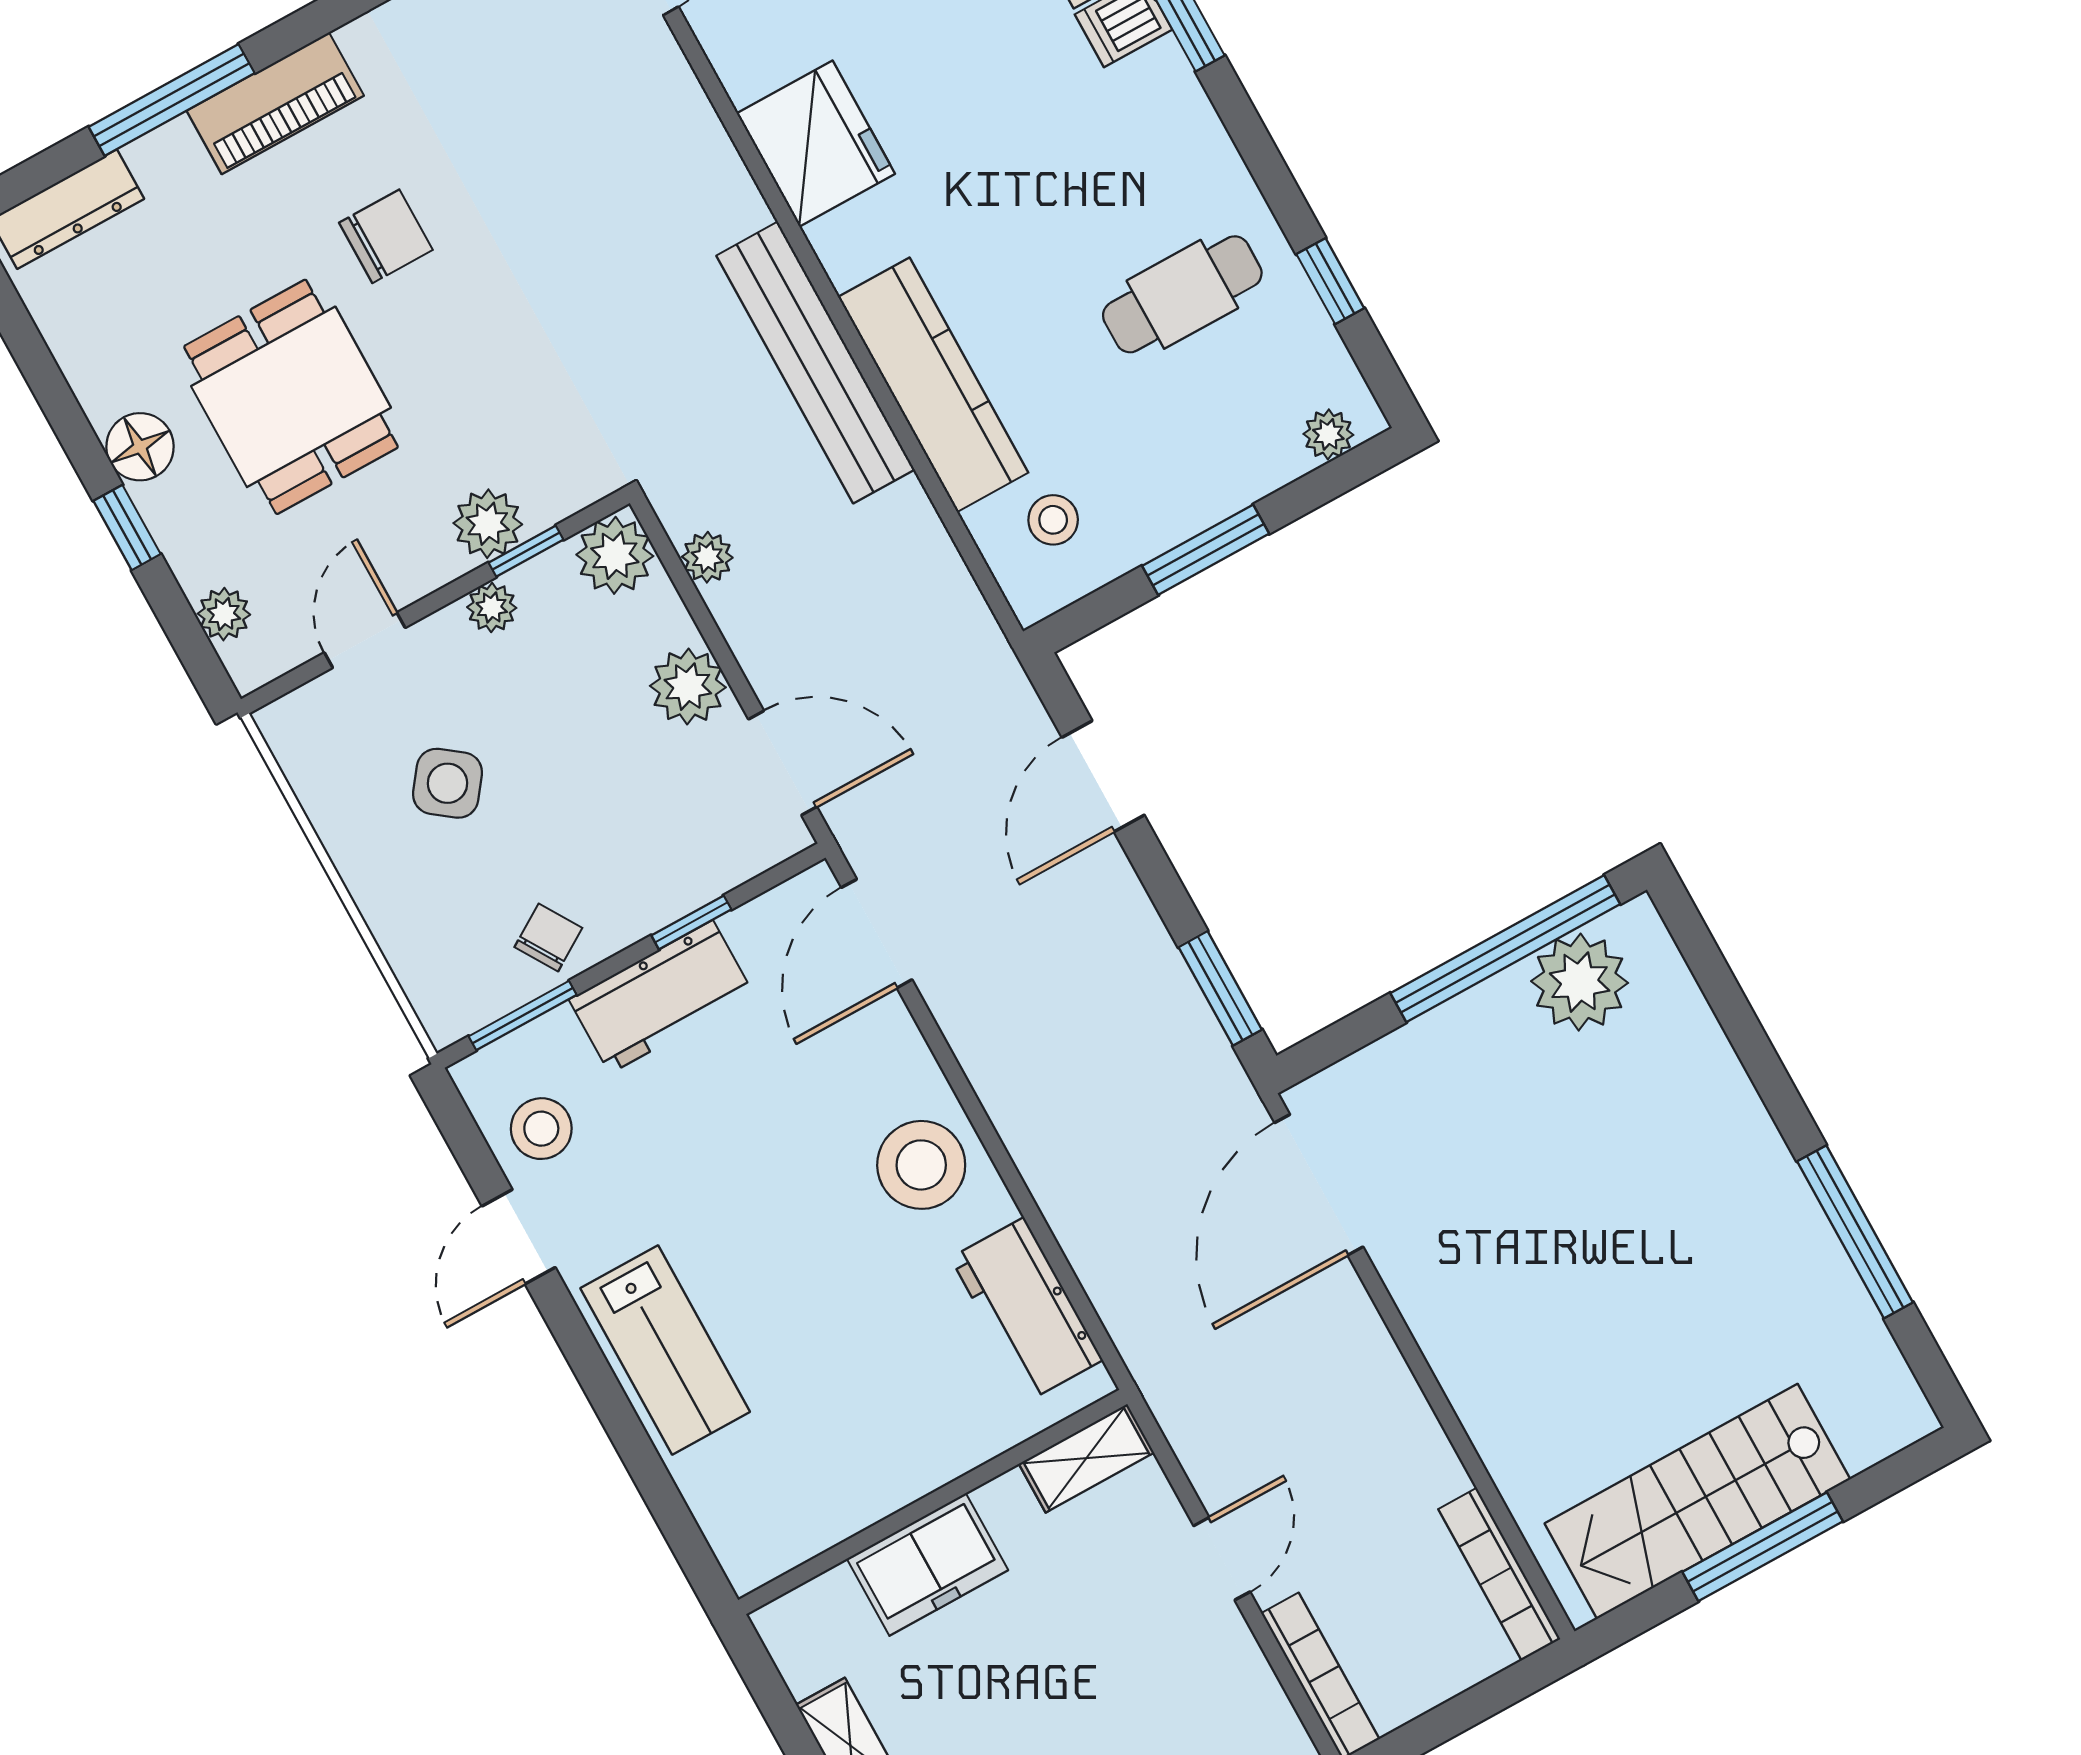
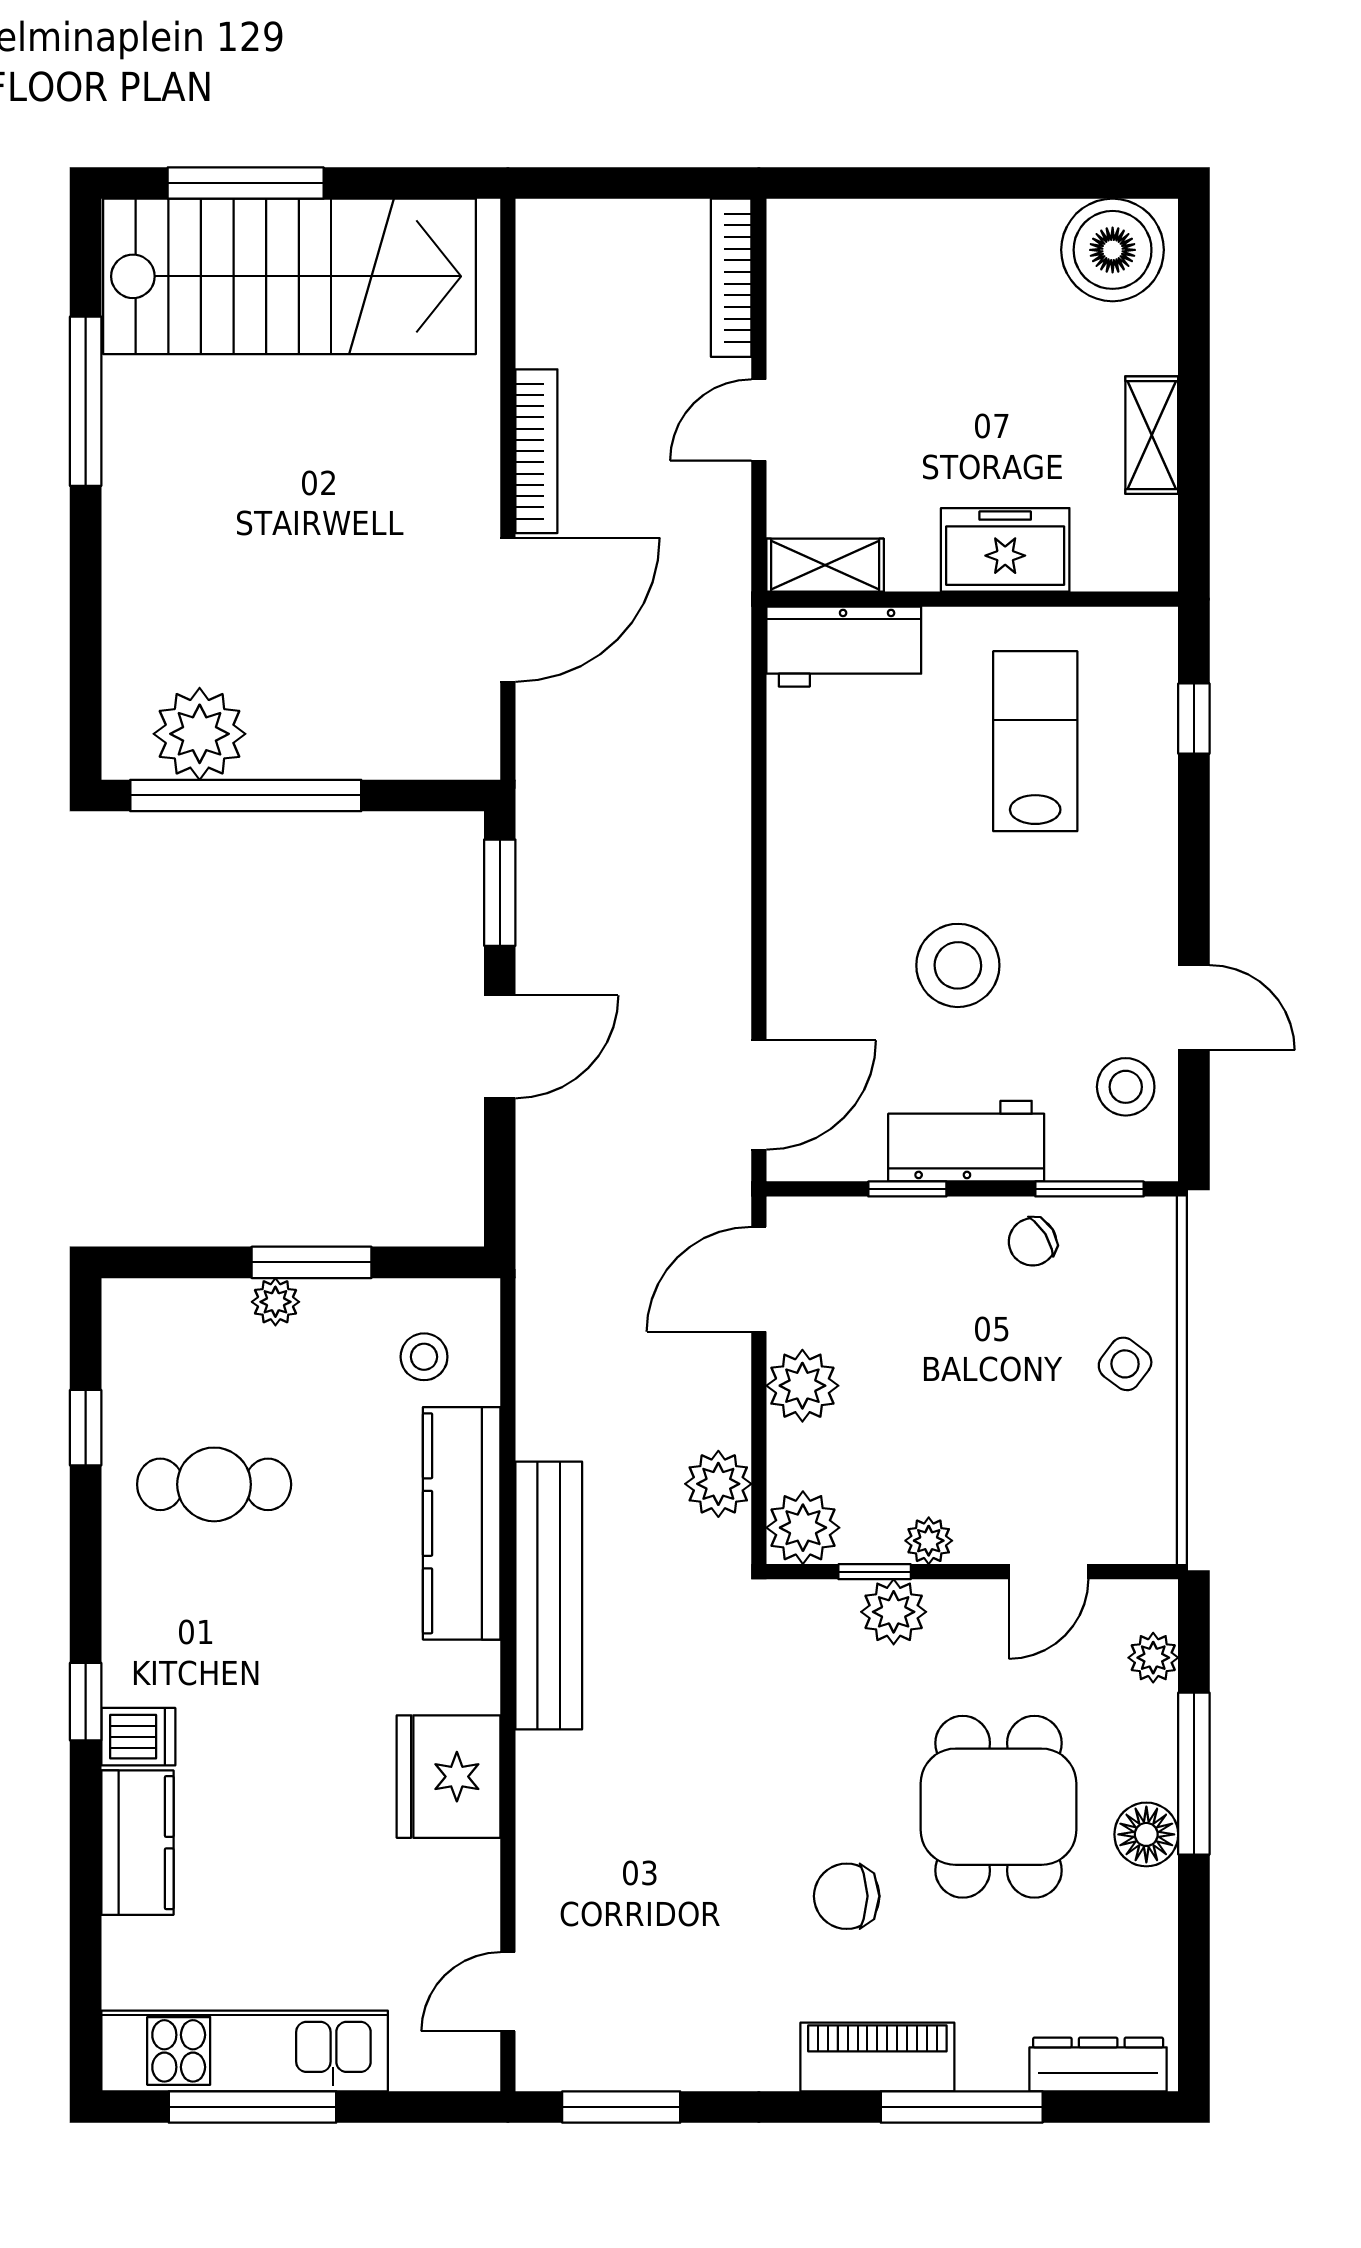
plant: (1328, 434) -> (275, 1302), moved
window: (127, 527) -> (1194, 1774), width x2.17
plant: (707, 557) -> (718, 1484), width x1.38, depth x1.38
door: (783, 763) -> (759, 1279), hinge flipped
door: (1103, 776) -> (500, 1047), moved
side table: (448, 783) -> (1125, 1364), moved, width x0.73, depth x0.73
stool: (921, 1165) -> (958, 965), moved
door: (1319, 1185) -> (508, 610), moved
door: (519, 1237) -> (1194, 1008), hinge flipped
workbench: (1027, 1309) -> (844, 647), moved, turned 90
lab bench: (665, 1350) -> (1035, 741), moved
stairs: (1697, 1501) -> (290, 276), width x1.36, depth x1.51
window: (666, 1505) -> (1194, 719), added
window: (1763, 1547) -> (246, 183), moved
bookcase: (1499, 1574) -> (536, 451), moved

